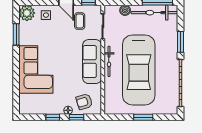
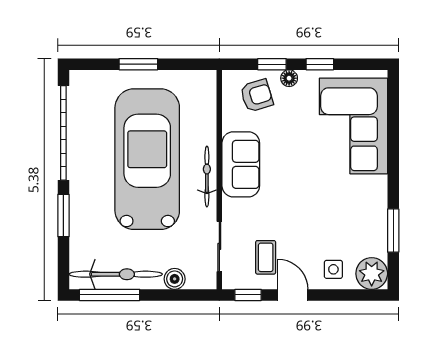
sofa: (92, 62) -> (241, 164), width x0.73
corner sofa: (36, 70) -> (353, 126), moved

